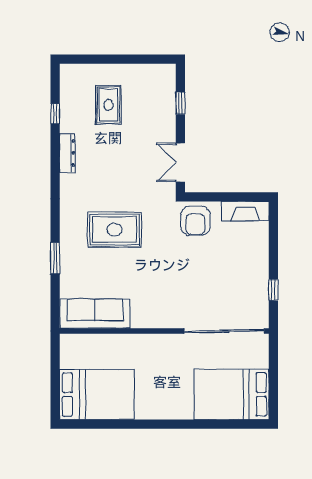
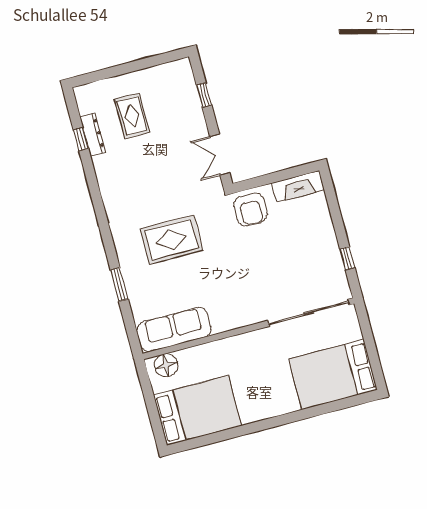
dresser: (67, 153) -> (93, 134), moved
floor lamp: (79, 345) -> (166, 365), added

